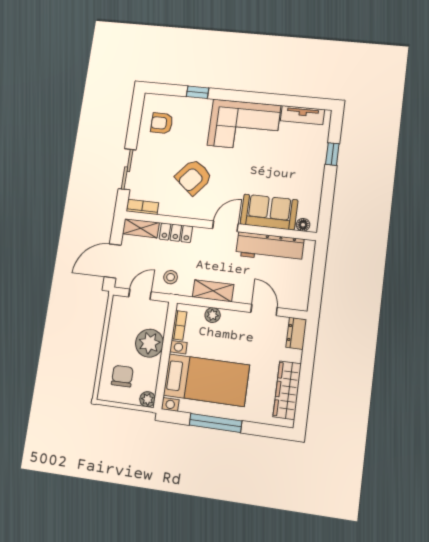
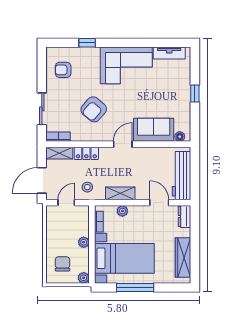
window: (332, 154) -> (195, 93), moved
workbench: (270, 247) -> (182, 176), moved, turned 90
plant: (149, 343) -> (84, 242), width x0.53, depth x0.53

